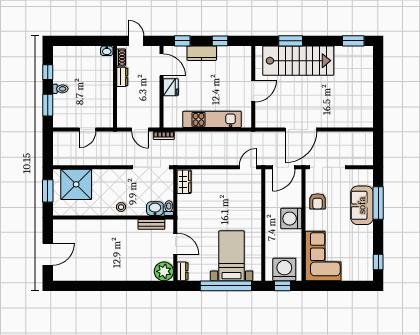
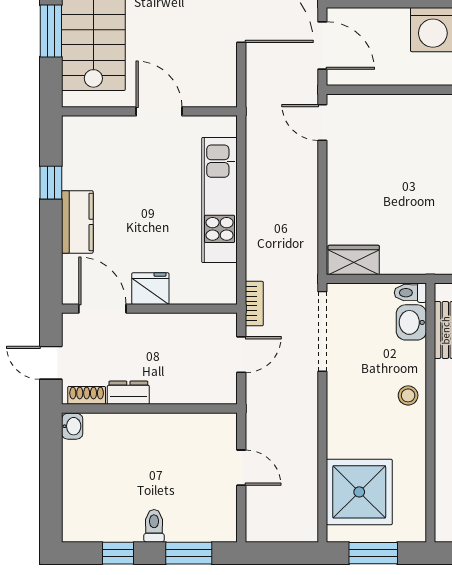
door: (136, 41) -> (51, 363), hinge flipped
window: (182, 41) -> (51, 264), removed
door: (161, 65) -> (102, 309), hinge flipped

